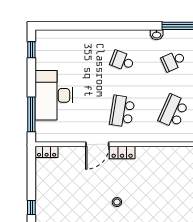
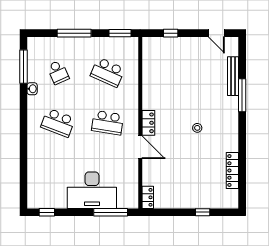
school desk: (122, 61) -> (58, 123), width x1.85

